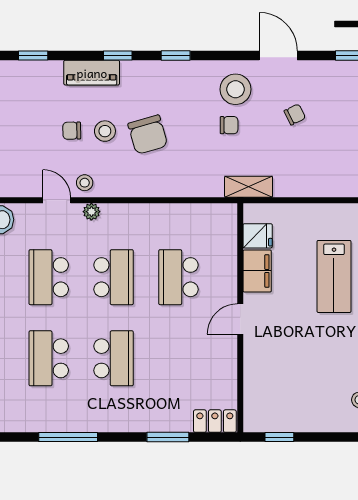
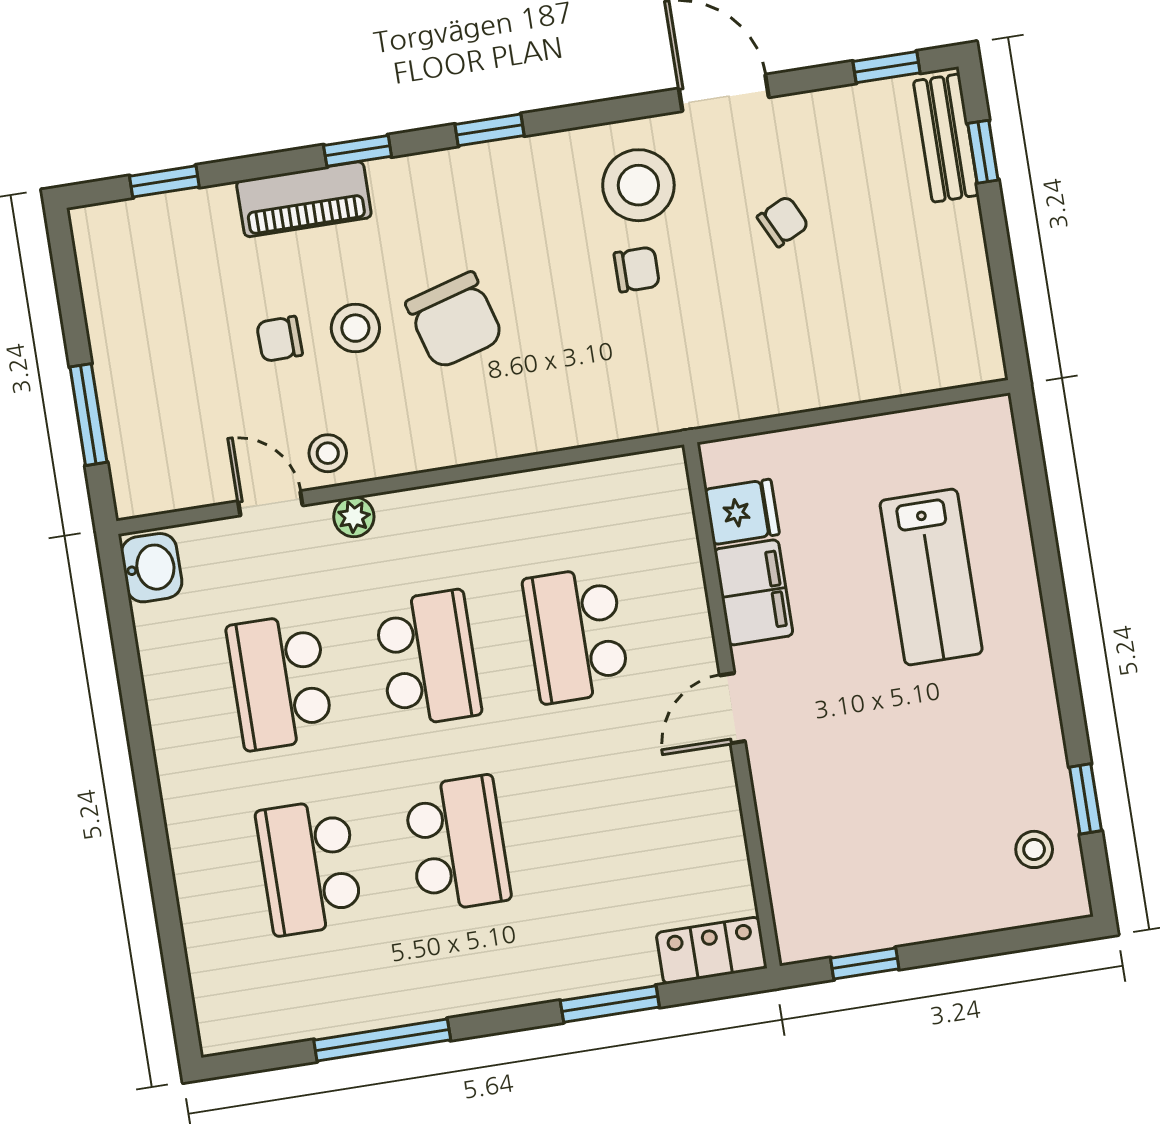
shelving: (249, 187) -> (704, 403), removed

